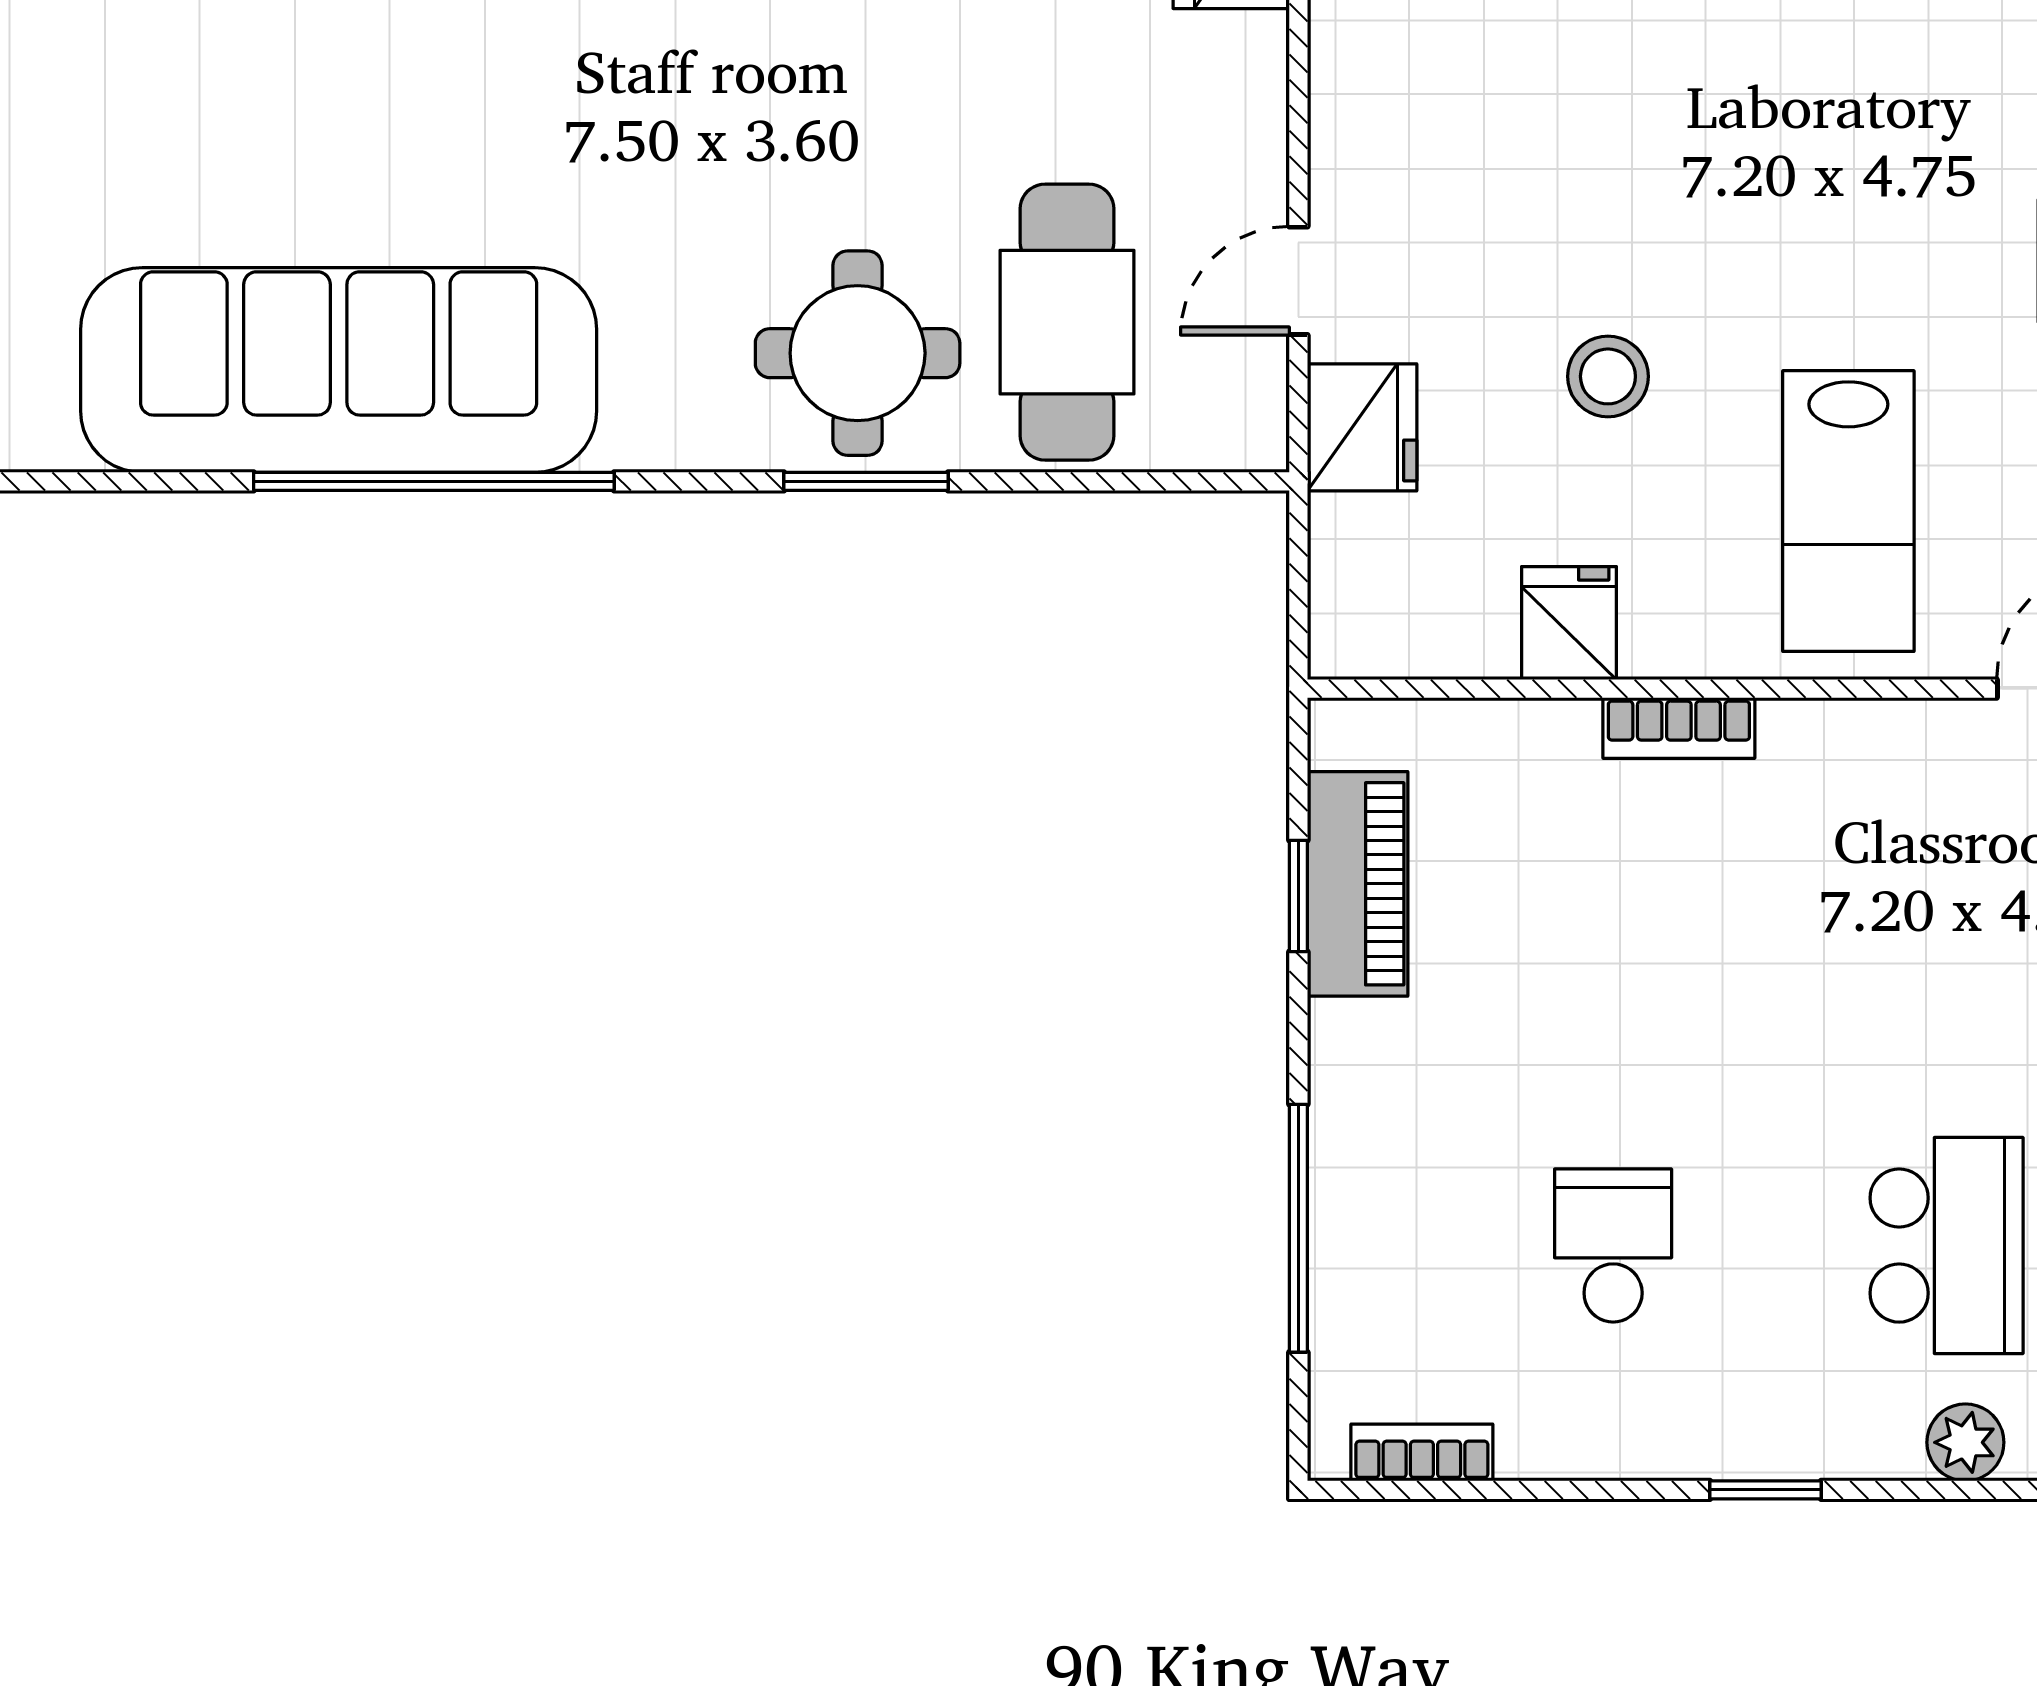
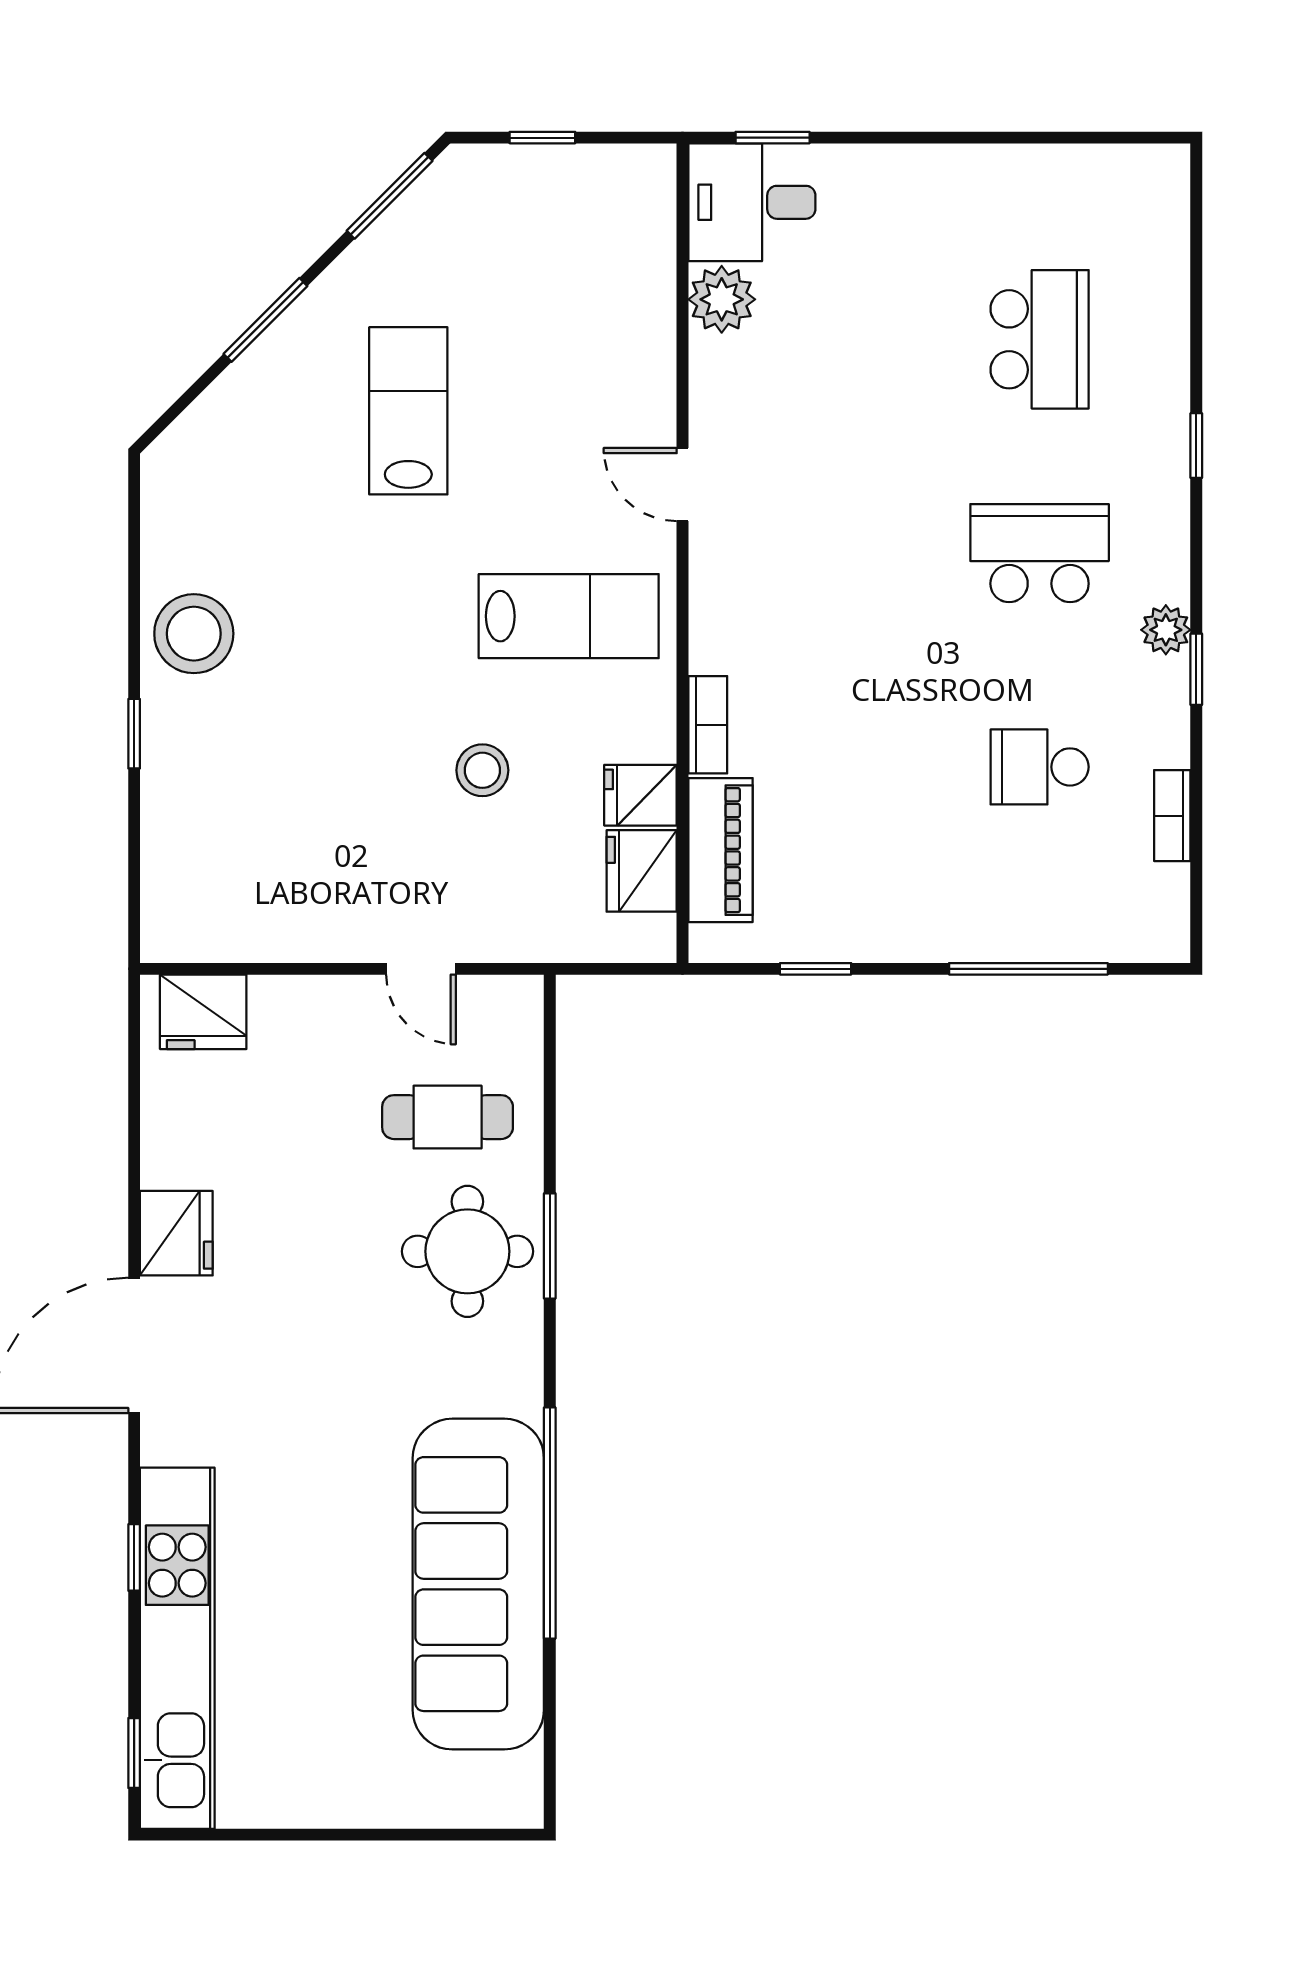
cafe table: (1067, 322) -> (448, 1117), width x0.73, depth x0.74
fridge: (1362, 427) -> (642, 871), moved, turned -90
piano: (1358, 884) -> (720, 850), moved, turned 90
plant: (1965, 1442) -> (1166, 630), moved
bookcase: (1422, 1453) -> (1172, 816), moved

